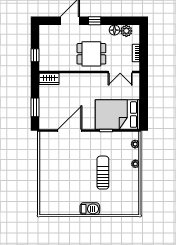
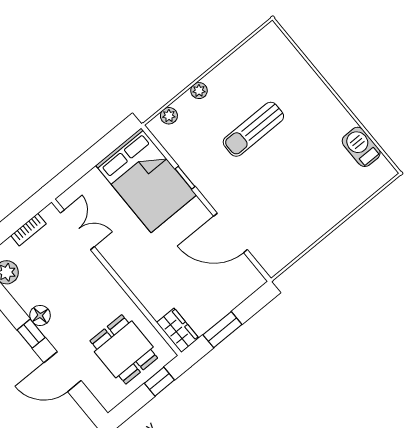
floor lamp: (114, 30) -> (40, 315), moved
dining table: (91, 54) -> (124, 349), moved
window: (35, 107) -> (222, 330), moved
barbecue: (90, 209) -> (361, 147), moved

